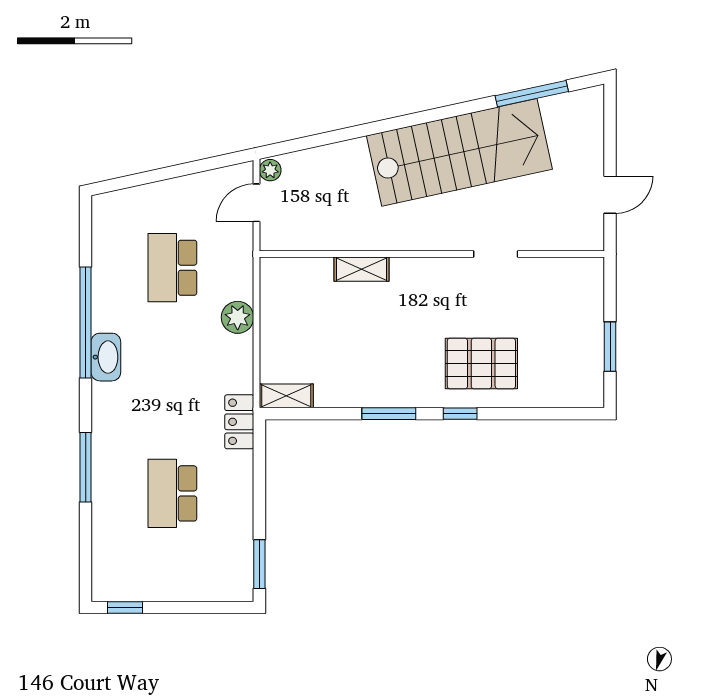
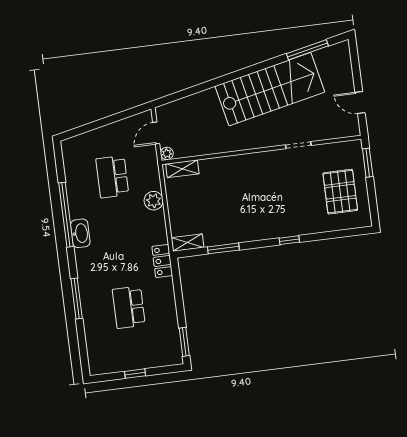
plant: (270, 170) -> (167, 153), moved
door: (610, 195) -> (360, 103), swing flipped
shelving: (362, 269) -> (182, 169), moved
window: (610, 347) -> (368, 163), moved
pallet: (481, 363) -> (340, 192), moved, turned 90
window: (389, 414) -> (223, 248), moved
window: (125, 607) -> (135, 374), moved

